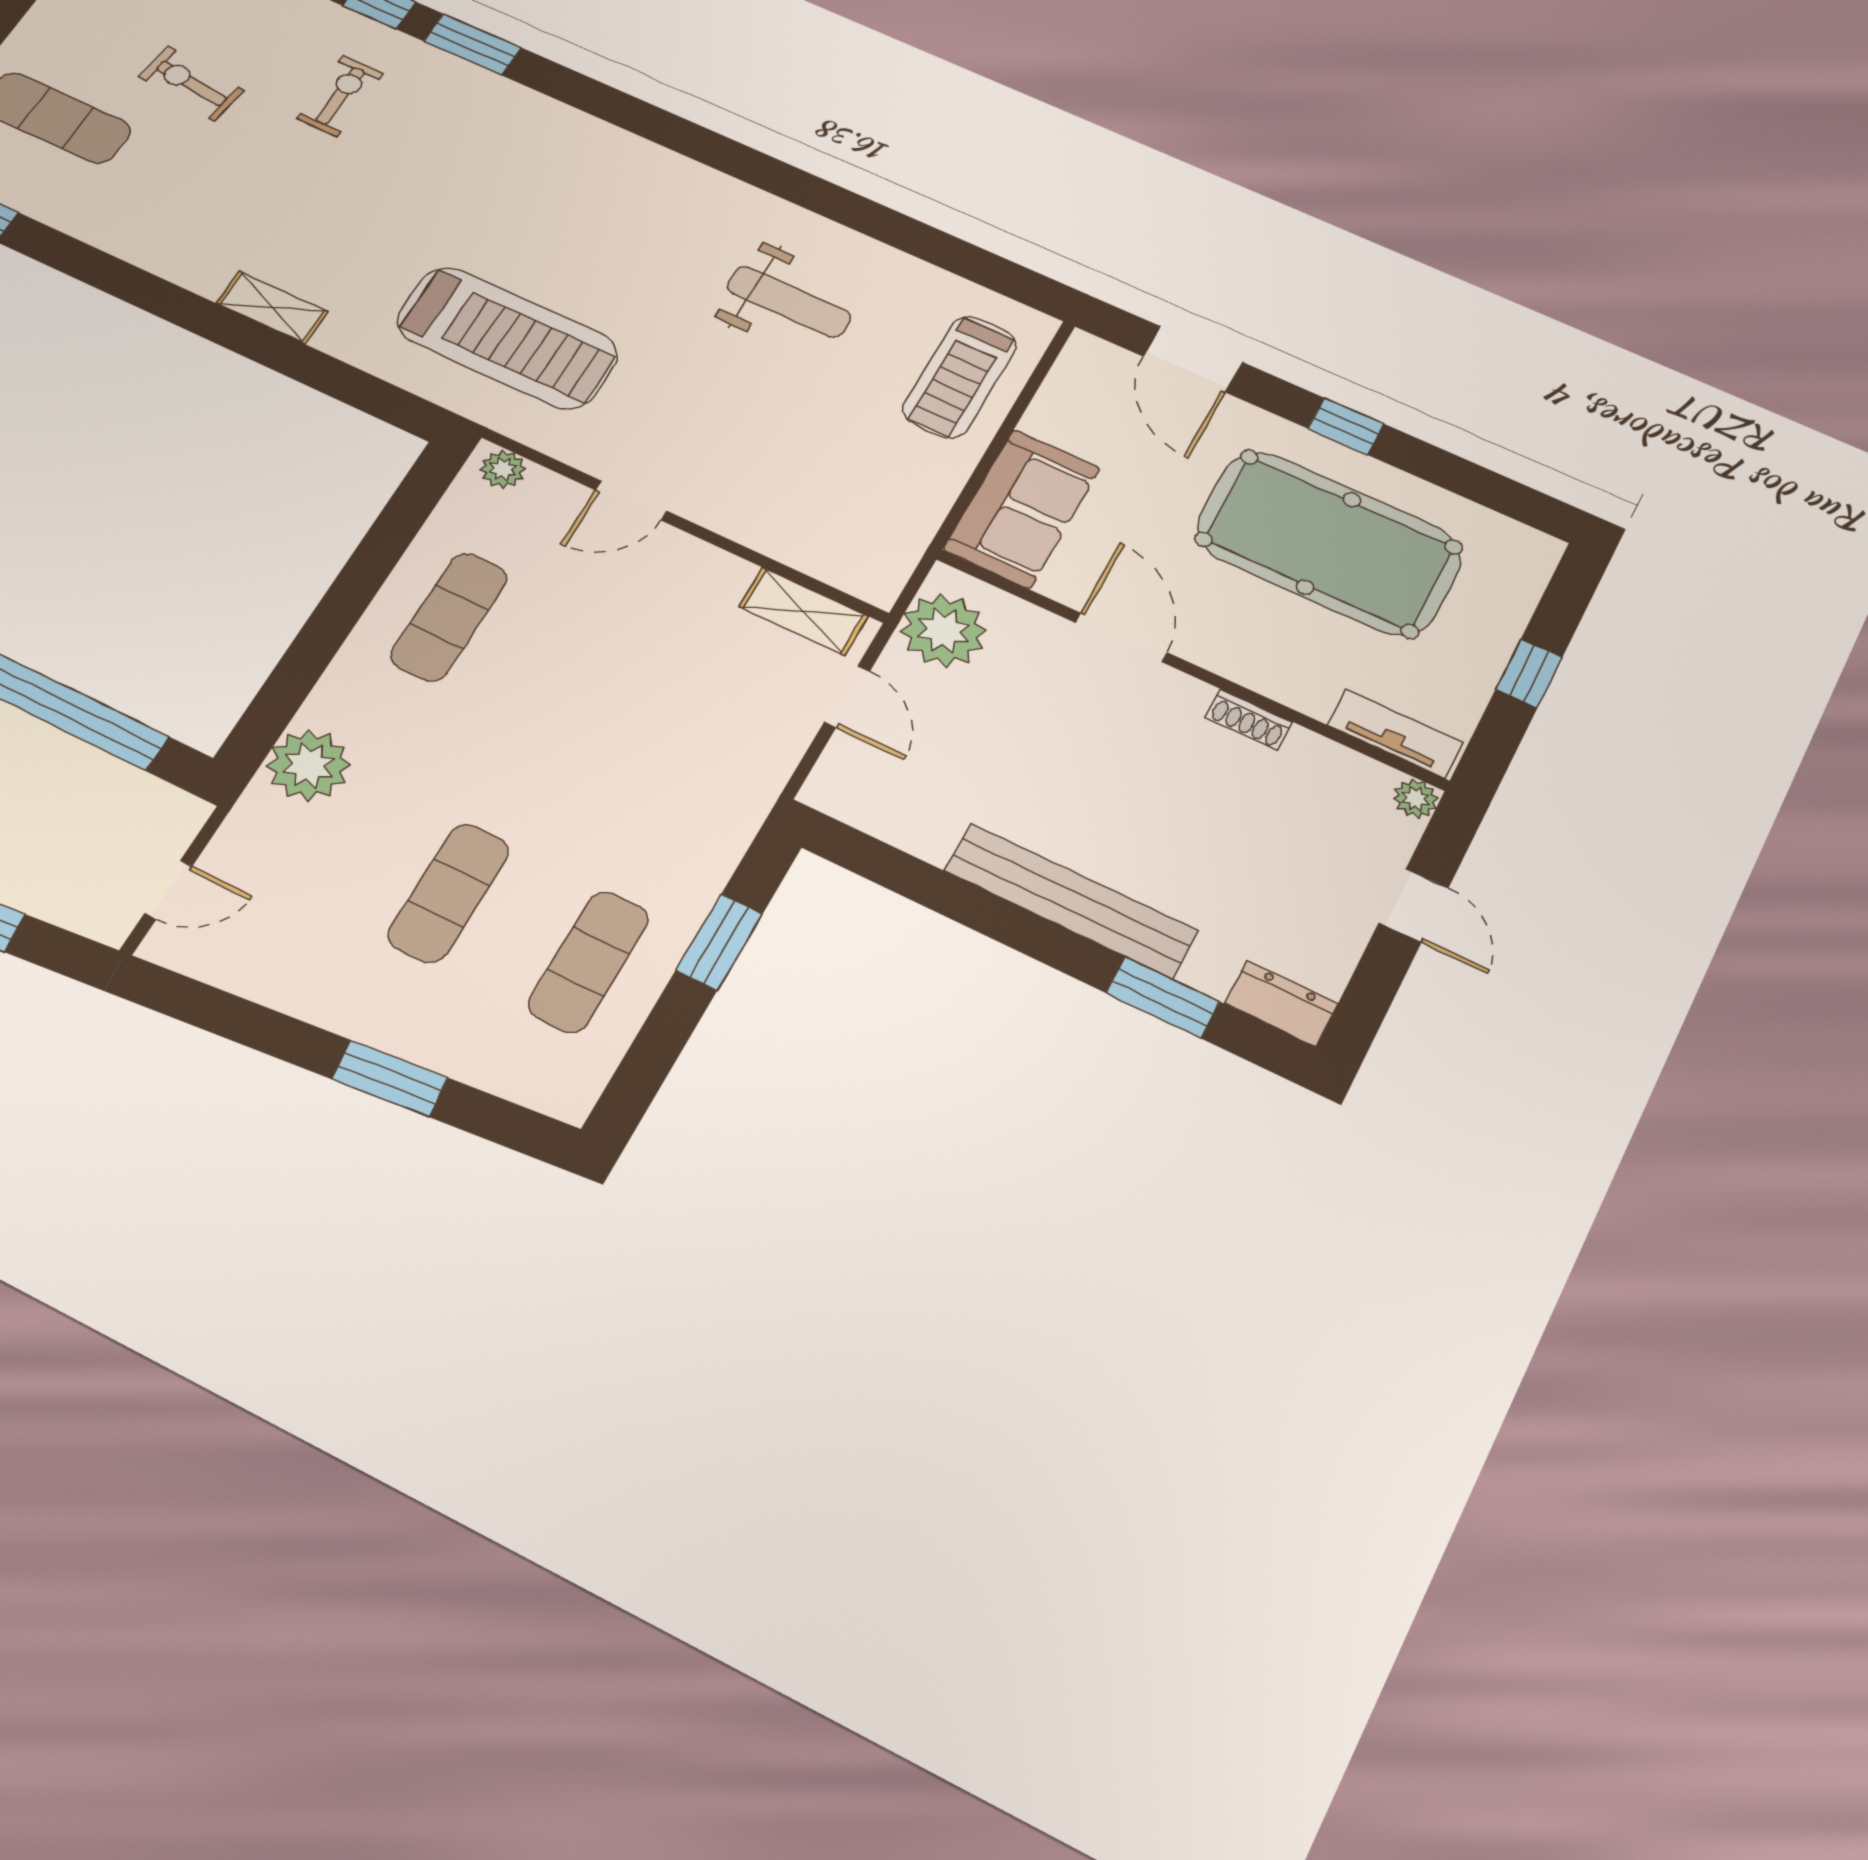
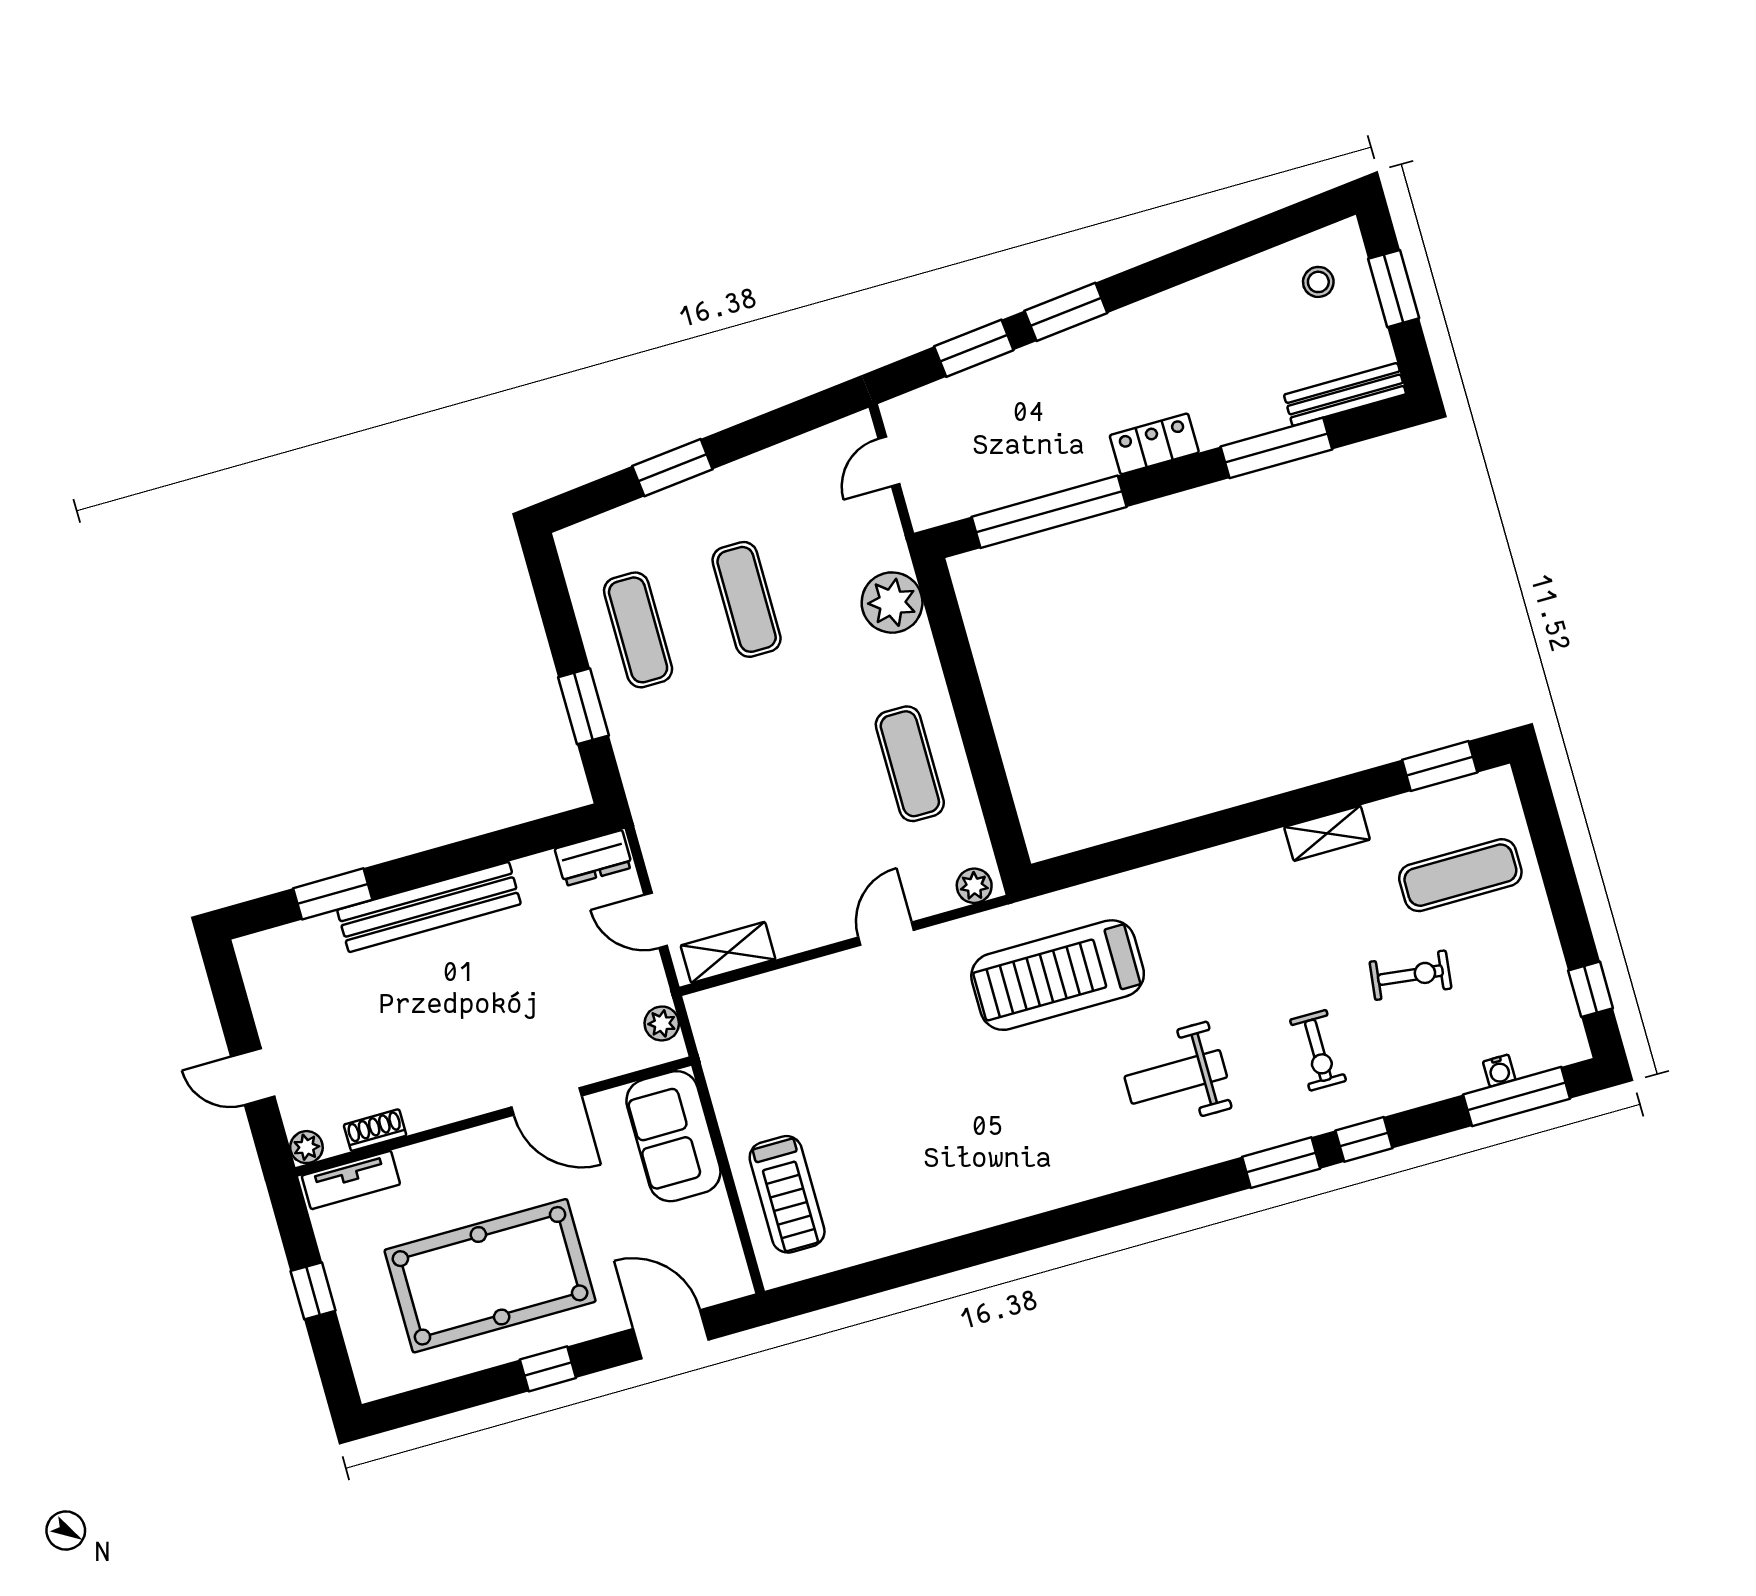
weight bench: (789, 302) -> (1176, 1077), moved
shelving: (272, 307) -> (1327, 833), moved
treadmill: (959, 377) -> (787, 1194), turned 180
plant: (944, 631) -> (662, 1023), width x0.53, depth x0.53
shoe rack: (1249, 720) -> (375, 1130), moved
dresser: (1281, 1004) -> (594, 858), moved

